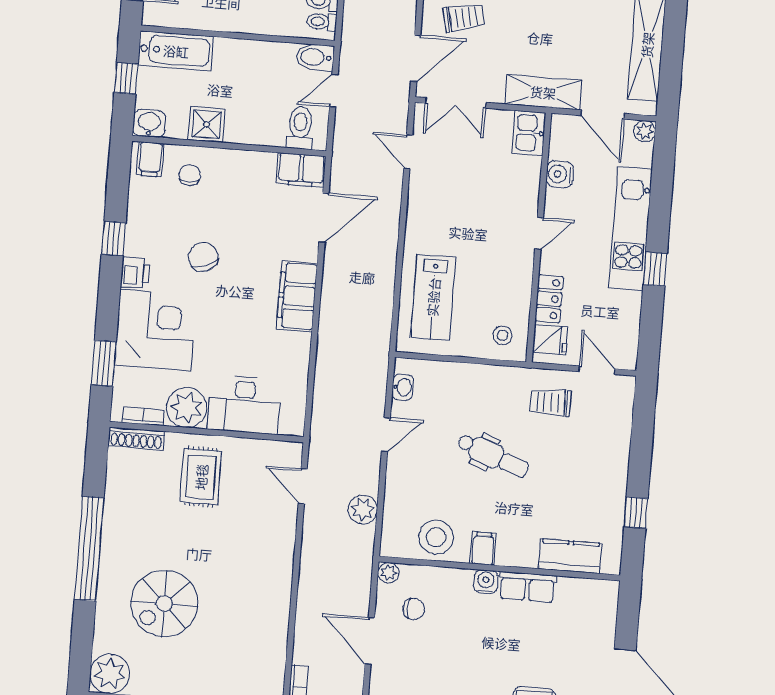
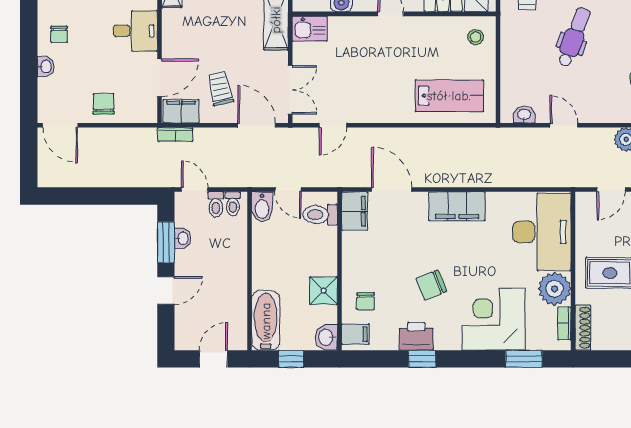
chair: (189, 175) -> (366, 301), turned -90
printer: (135, 273) -> (416, 336), moved, width x1.36, depth x1.24
desk: (244, 405) -> (542, 232), width x1.36, depth x1.30

